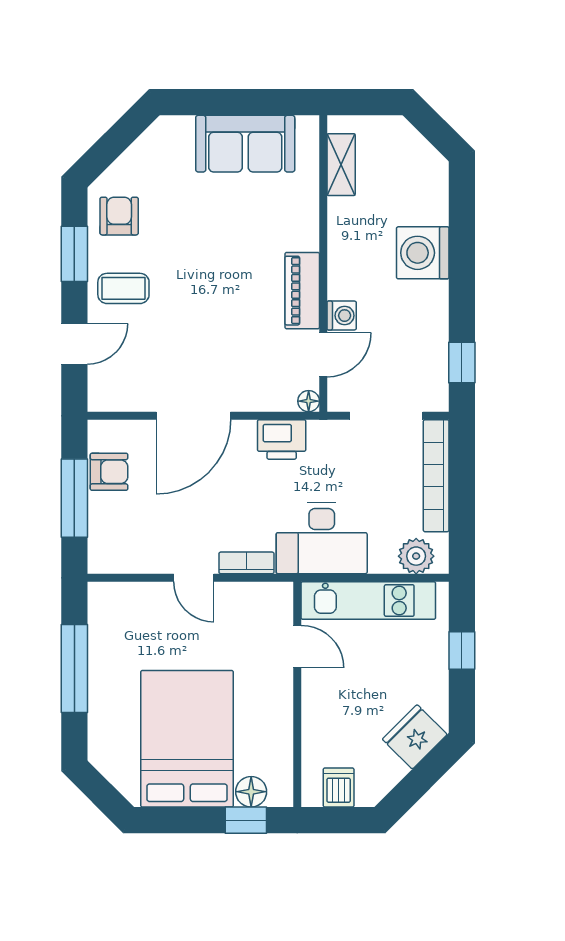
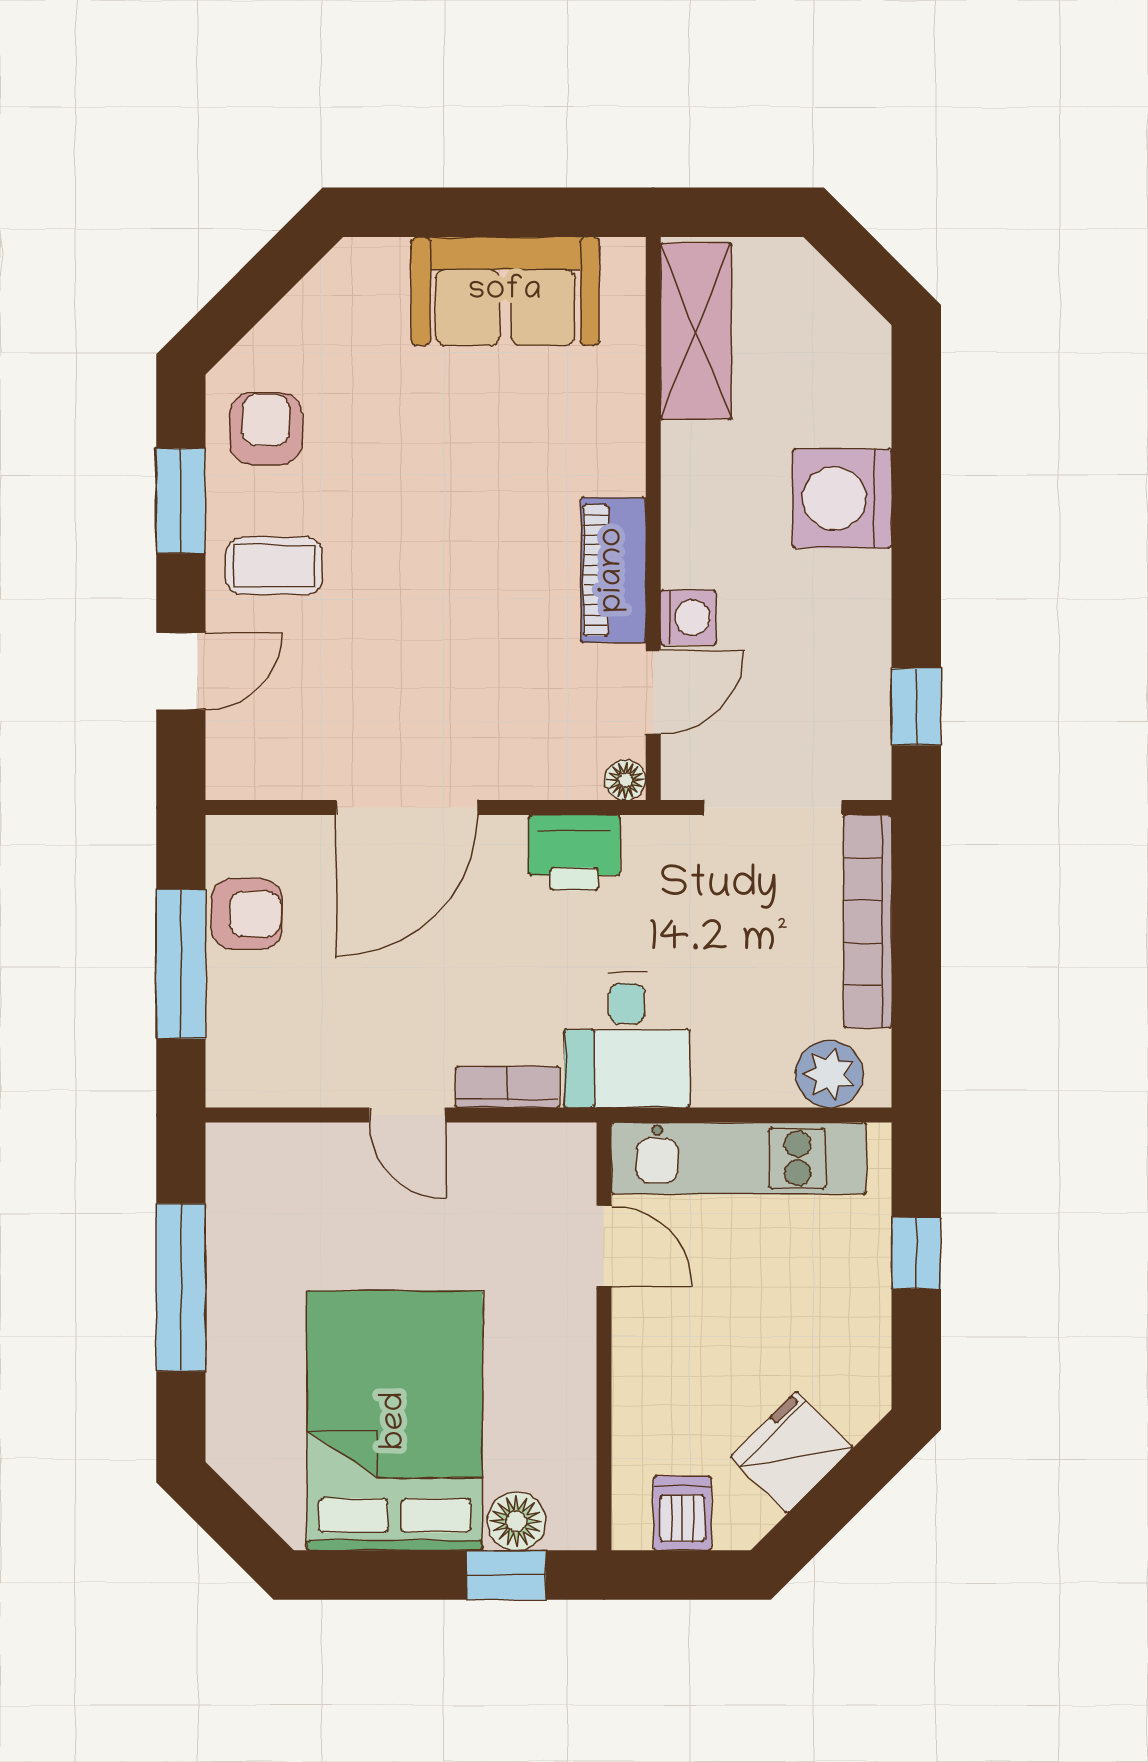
shelving: (341, 165) -> (696, 331), width x1.50, depth x1.33
desk: (322, 538) -> (627, 1040), width x0.73
fridge: (415, 737) -> (792, 1452), moved

